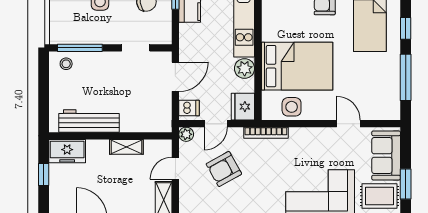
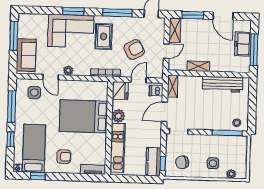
doorway: (136, 48) -> (179, 131), moved
side table: (292, 107) -> (34, 92), moved
shelving: (164, 116) -> (173, 86), added
plant: (186, 134) -> (68, 71), moved
freezer: (67, 151) -> (243, 44), moved, turned -90
window: (44, 174) -> (254, 50), width x2.17
window: (406, 184) -> (14, 36), width x1.44
rug: (379, 196) -> (104, 36), moved, turned 90

